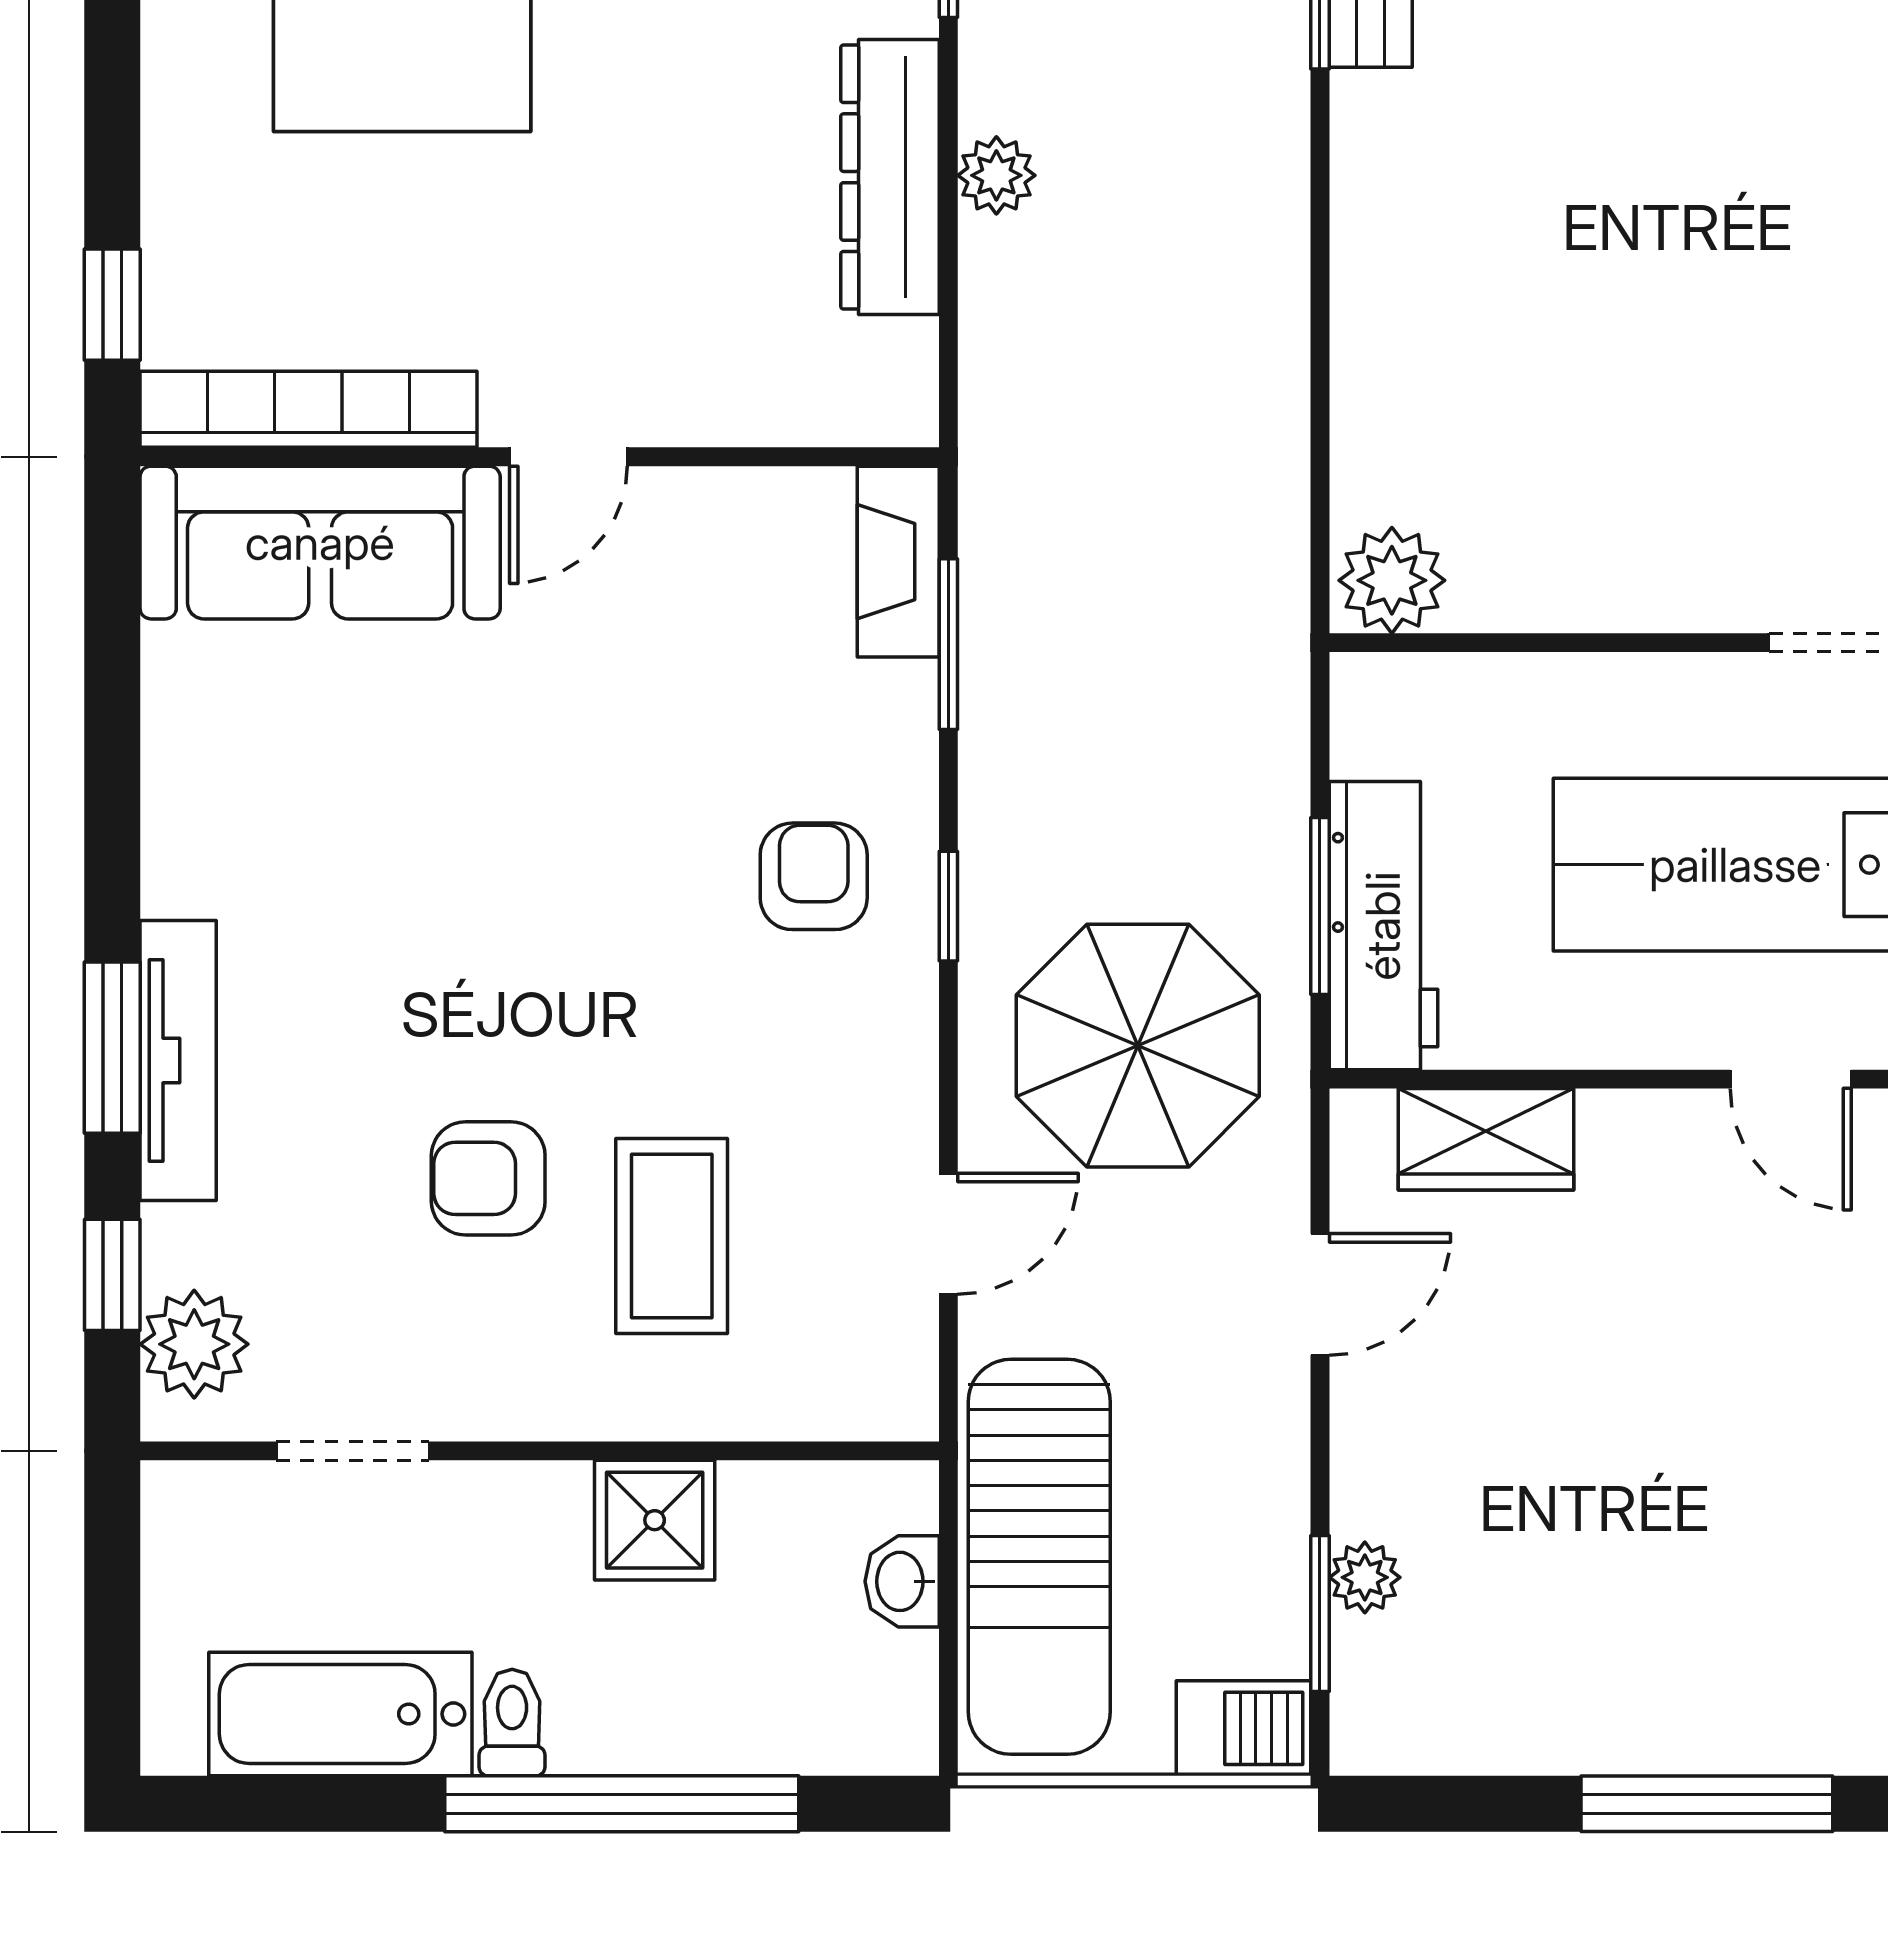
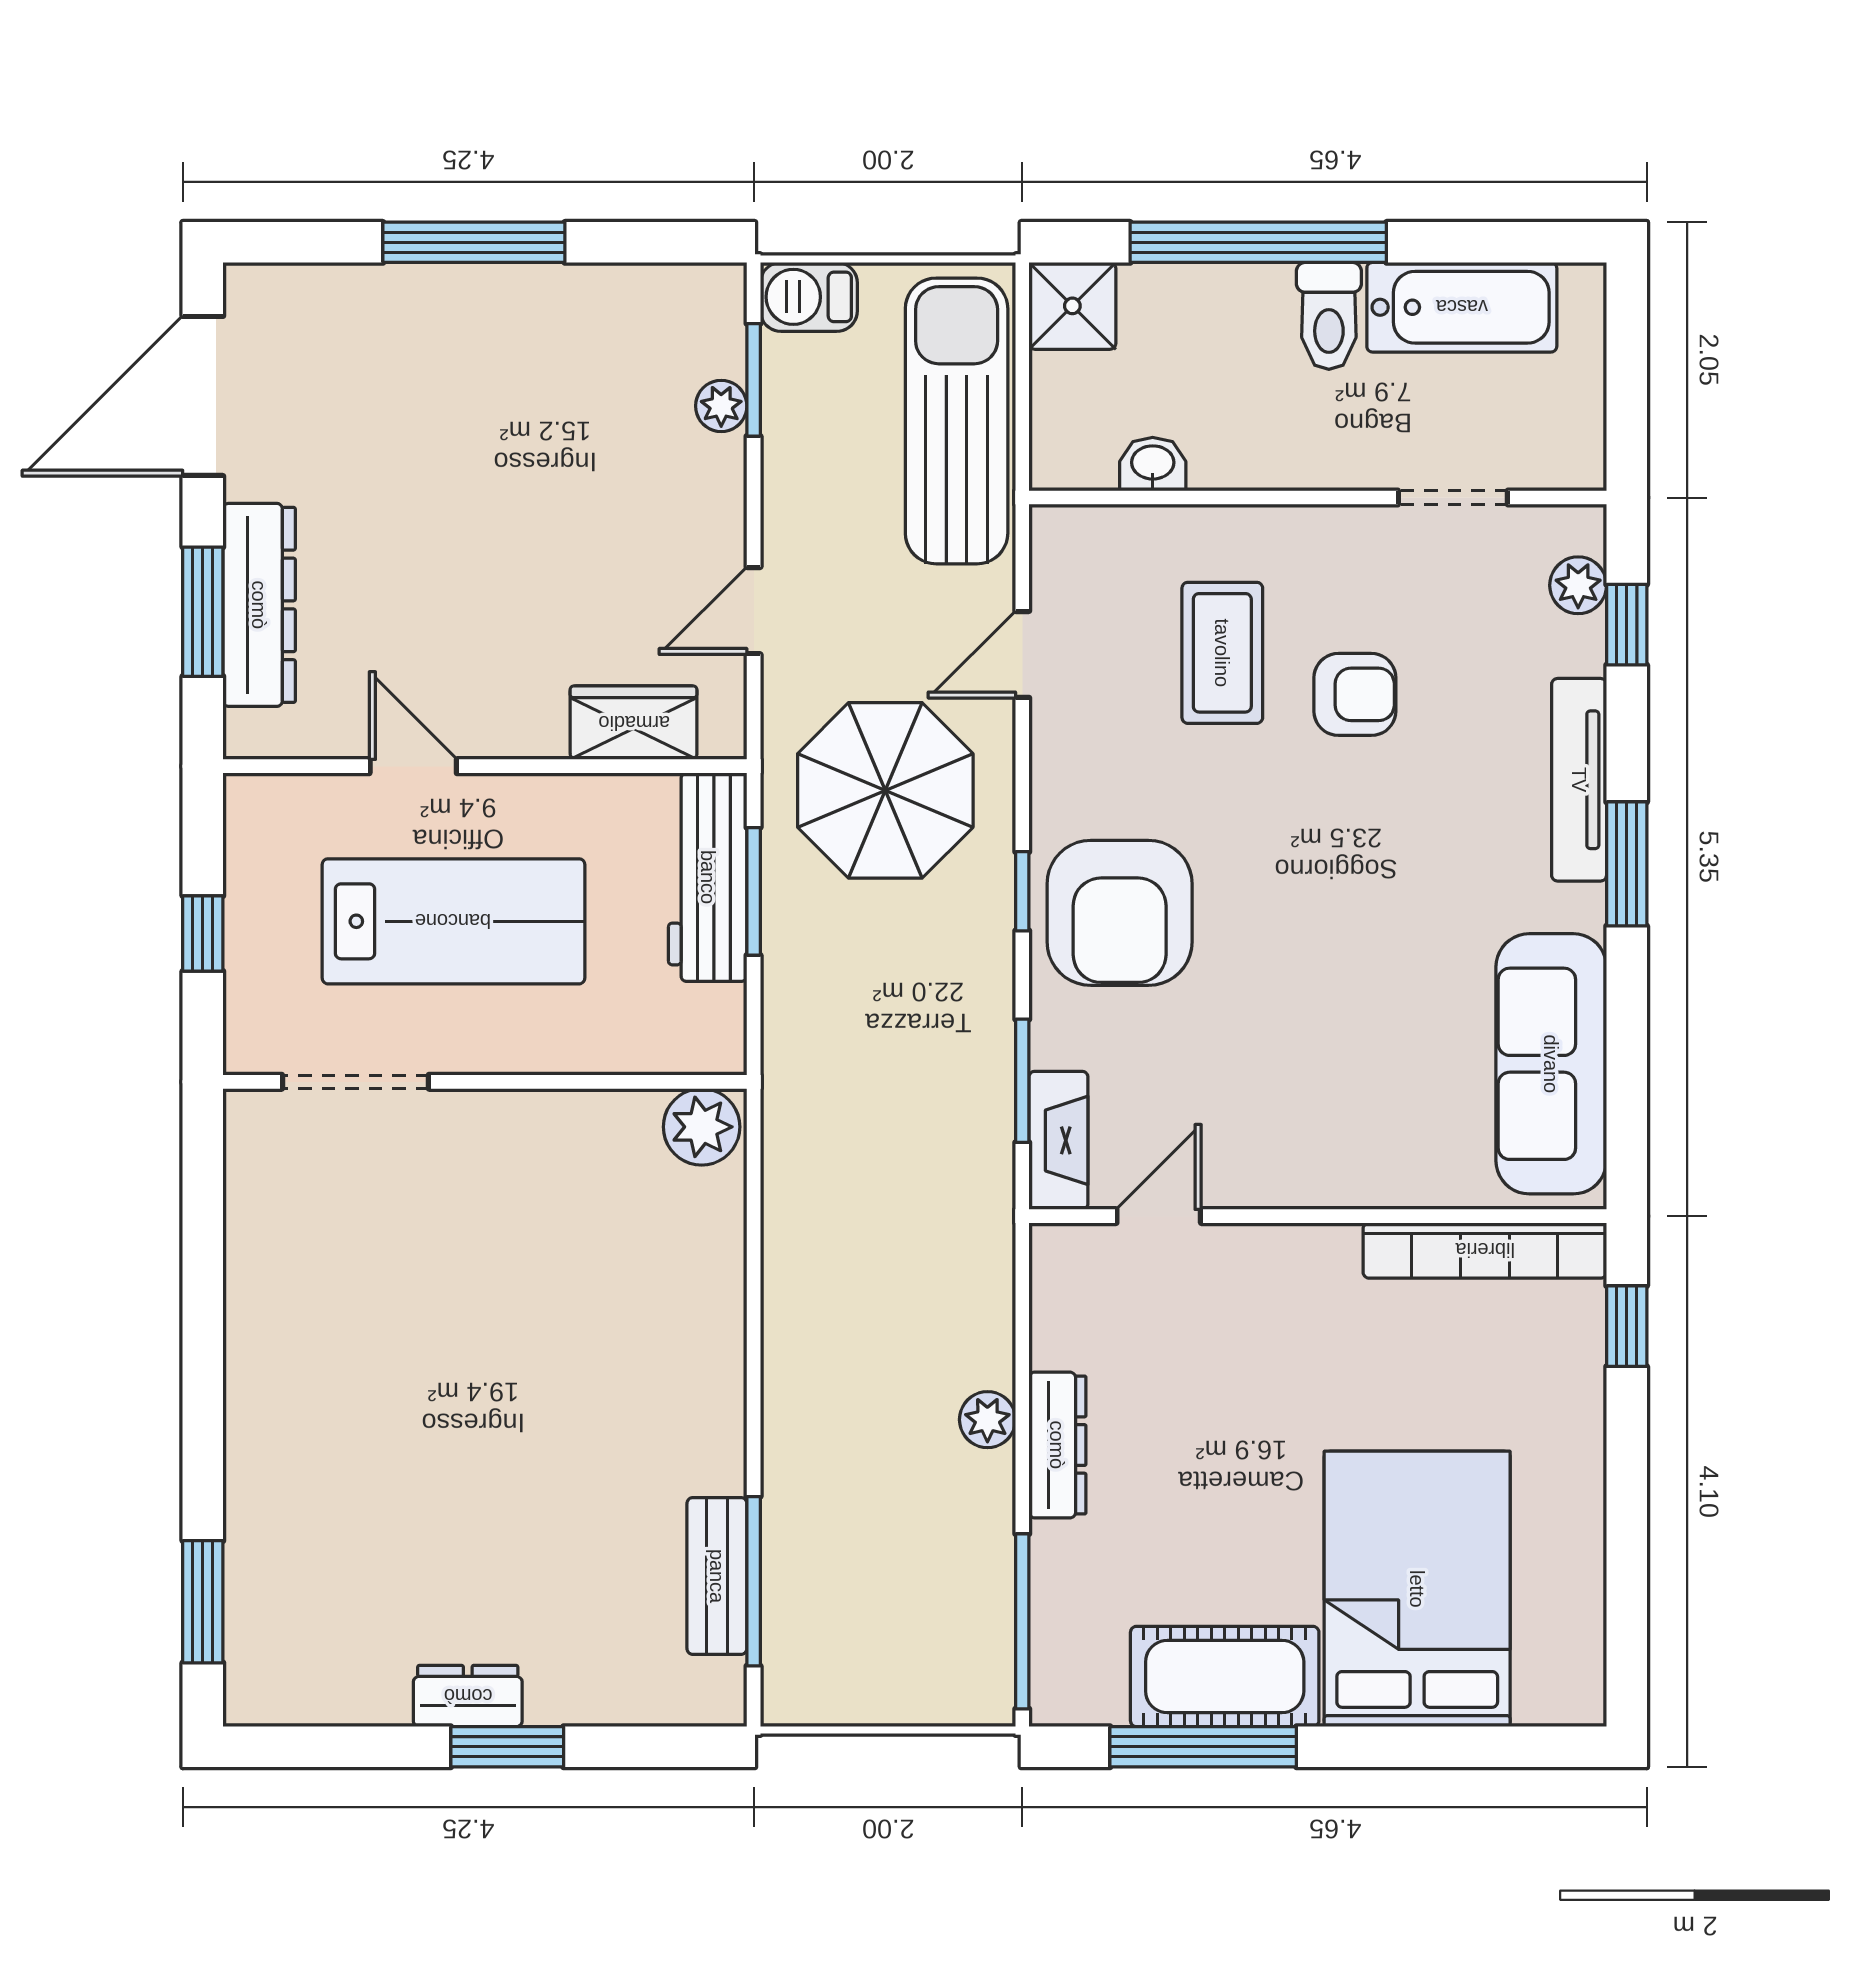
dresser: (890, 177) -> (1057, 1445), width x0.73, depth x0.80
door: (568, 457) -> (1159, 1216), moved
sofa: (320, 543) -> (1551, 1064), moved, turned -90
armchair: (814, 876) -> (1120, 913), width x1.88, depth x1.88
window: (112, 1048) -> (1627, 864), moved
plant: (194, 1344) -> (1578, 585), width x0.73, depth x0.73
shower: (655, 1520) -> (1072, 306), moved
washbasin: (902, 1581) -> (1153, 464), moved, turned -90
toilet: (512, 1723) -> (1329, 316), width x1.37, depth x1.39

